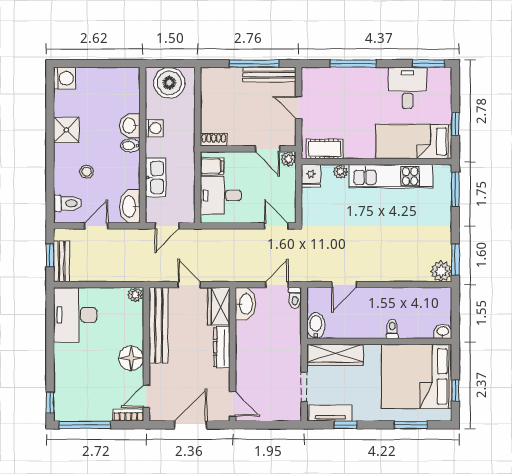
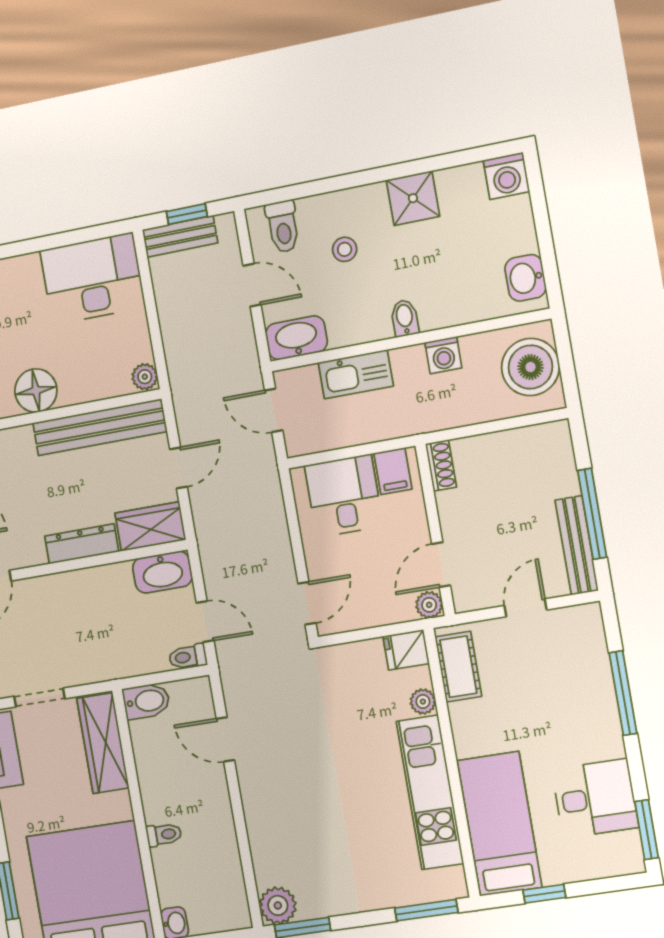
washbasin: (130, 126) -> (525, 278), moved, turned -90

